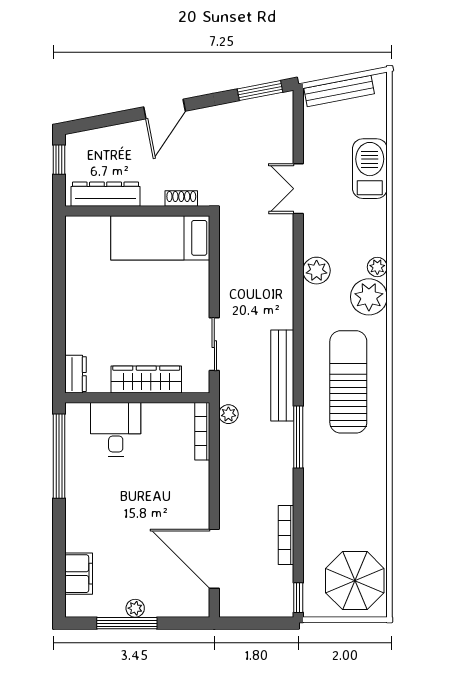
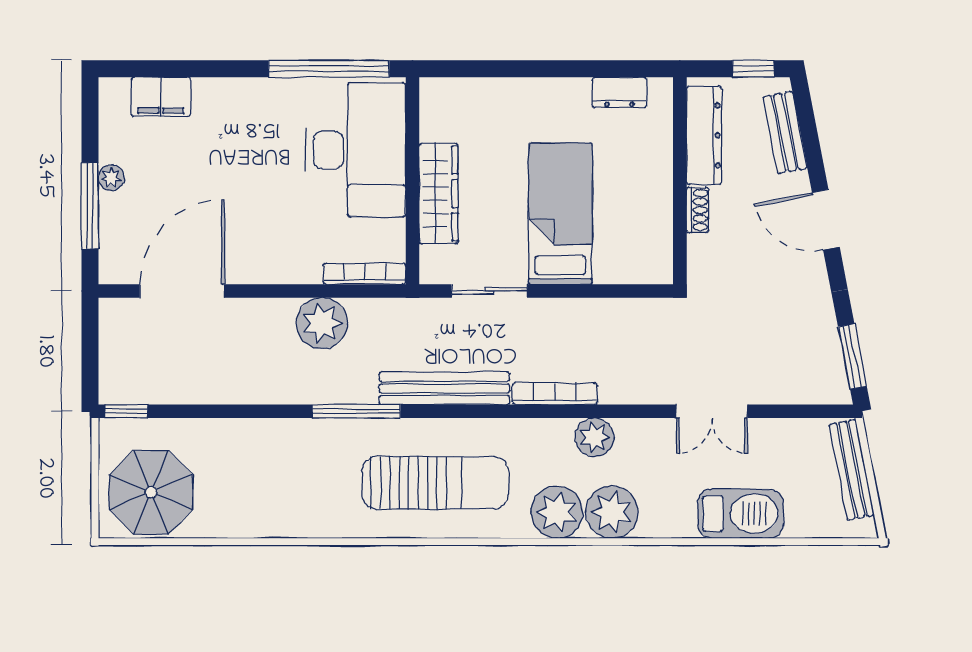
bench: (104, 137) -> (785, 133), added
double door: (298, 189) -> (712, 411), swing flipped
shoe rack: (181, 199) -> (698, 210), moved
bed: (160, 238) -> (560, 214), moved
plant: (377, 267) -> (612, 512), width x1.88, depth x1.88
dresser: (76, 374) -> (619, 92), moved
plant: (228, 414) -> (322, 323), moved, width x1.88, depth x1.88
desk: (116, 429) -> (356, 150), width x1.87, depth x1.30
bookcase: (286, 535) -> (555, 394), moved
window: (127, 623) -> (90, 206), moved

